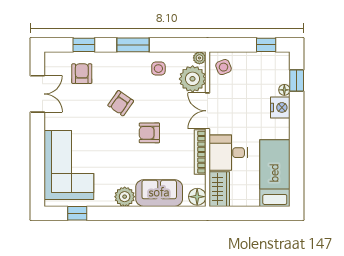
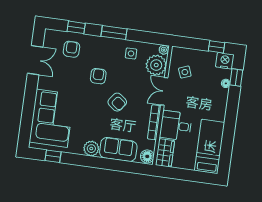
side table: (224, 67) -> (185, 72), moved
armchair: (121, 103) -> (98, 76), turned 145
nightstand: (280, 107) -> (225, 61), moved, turned -90
armchair: (149, 133) -> (117, 102), turned -143

